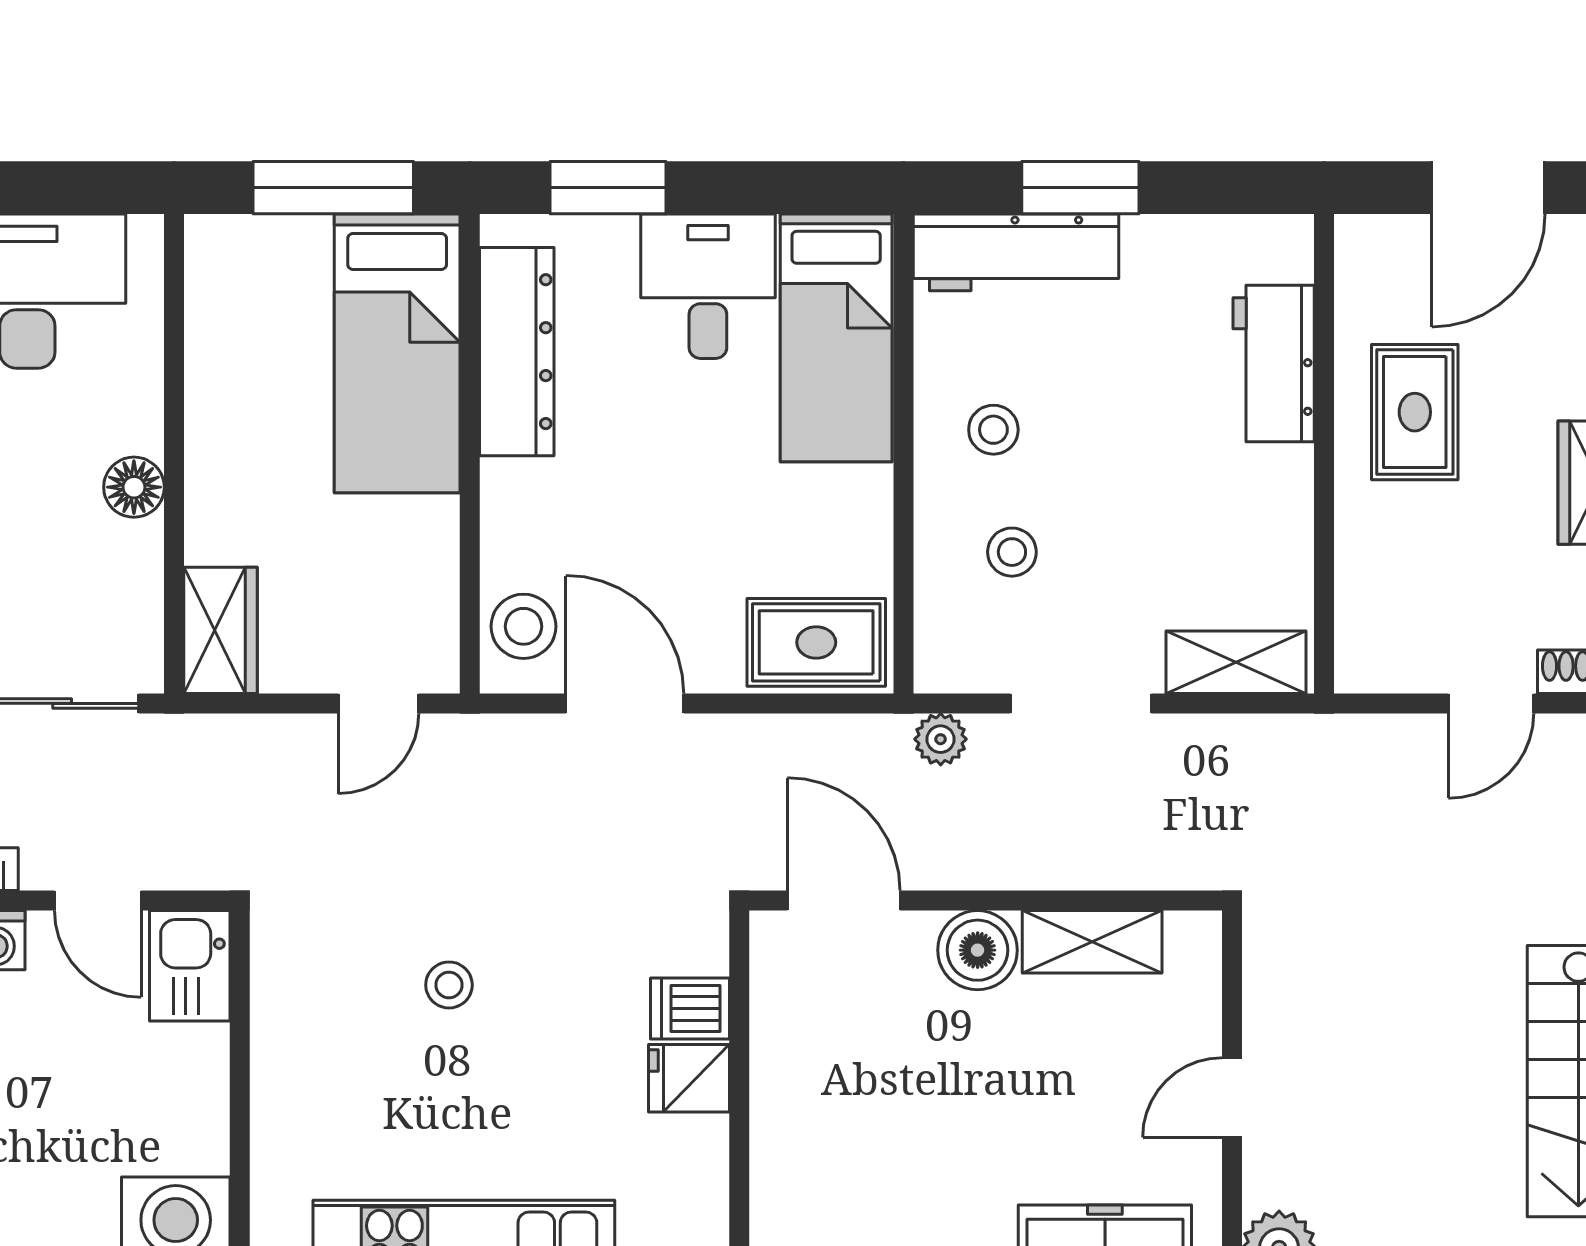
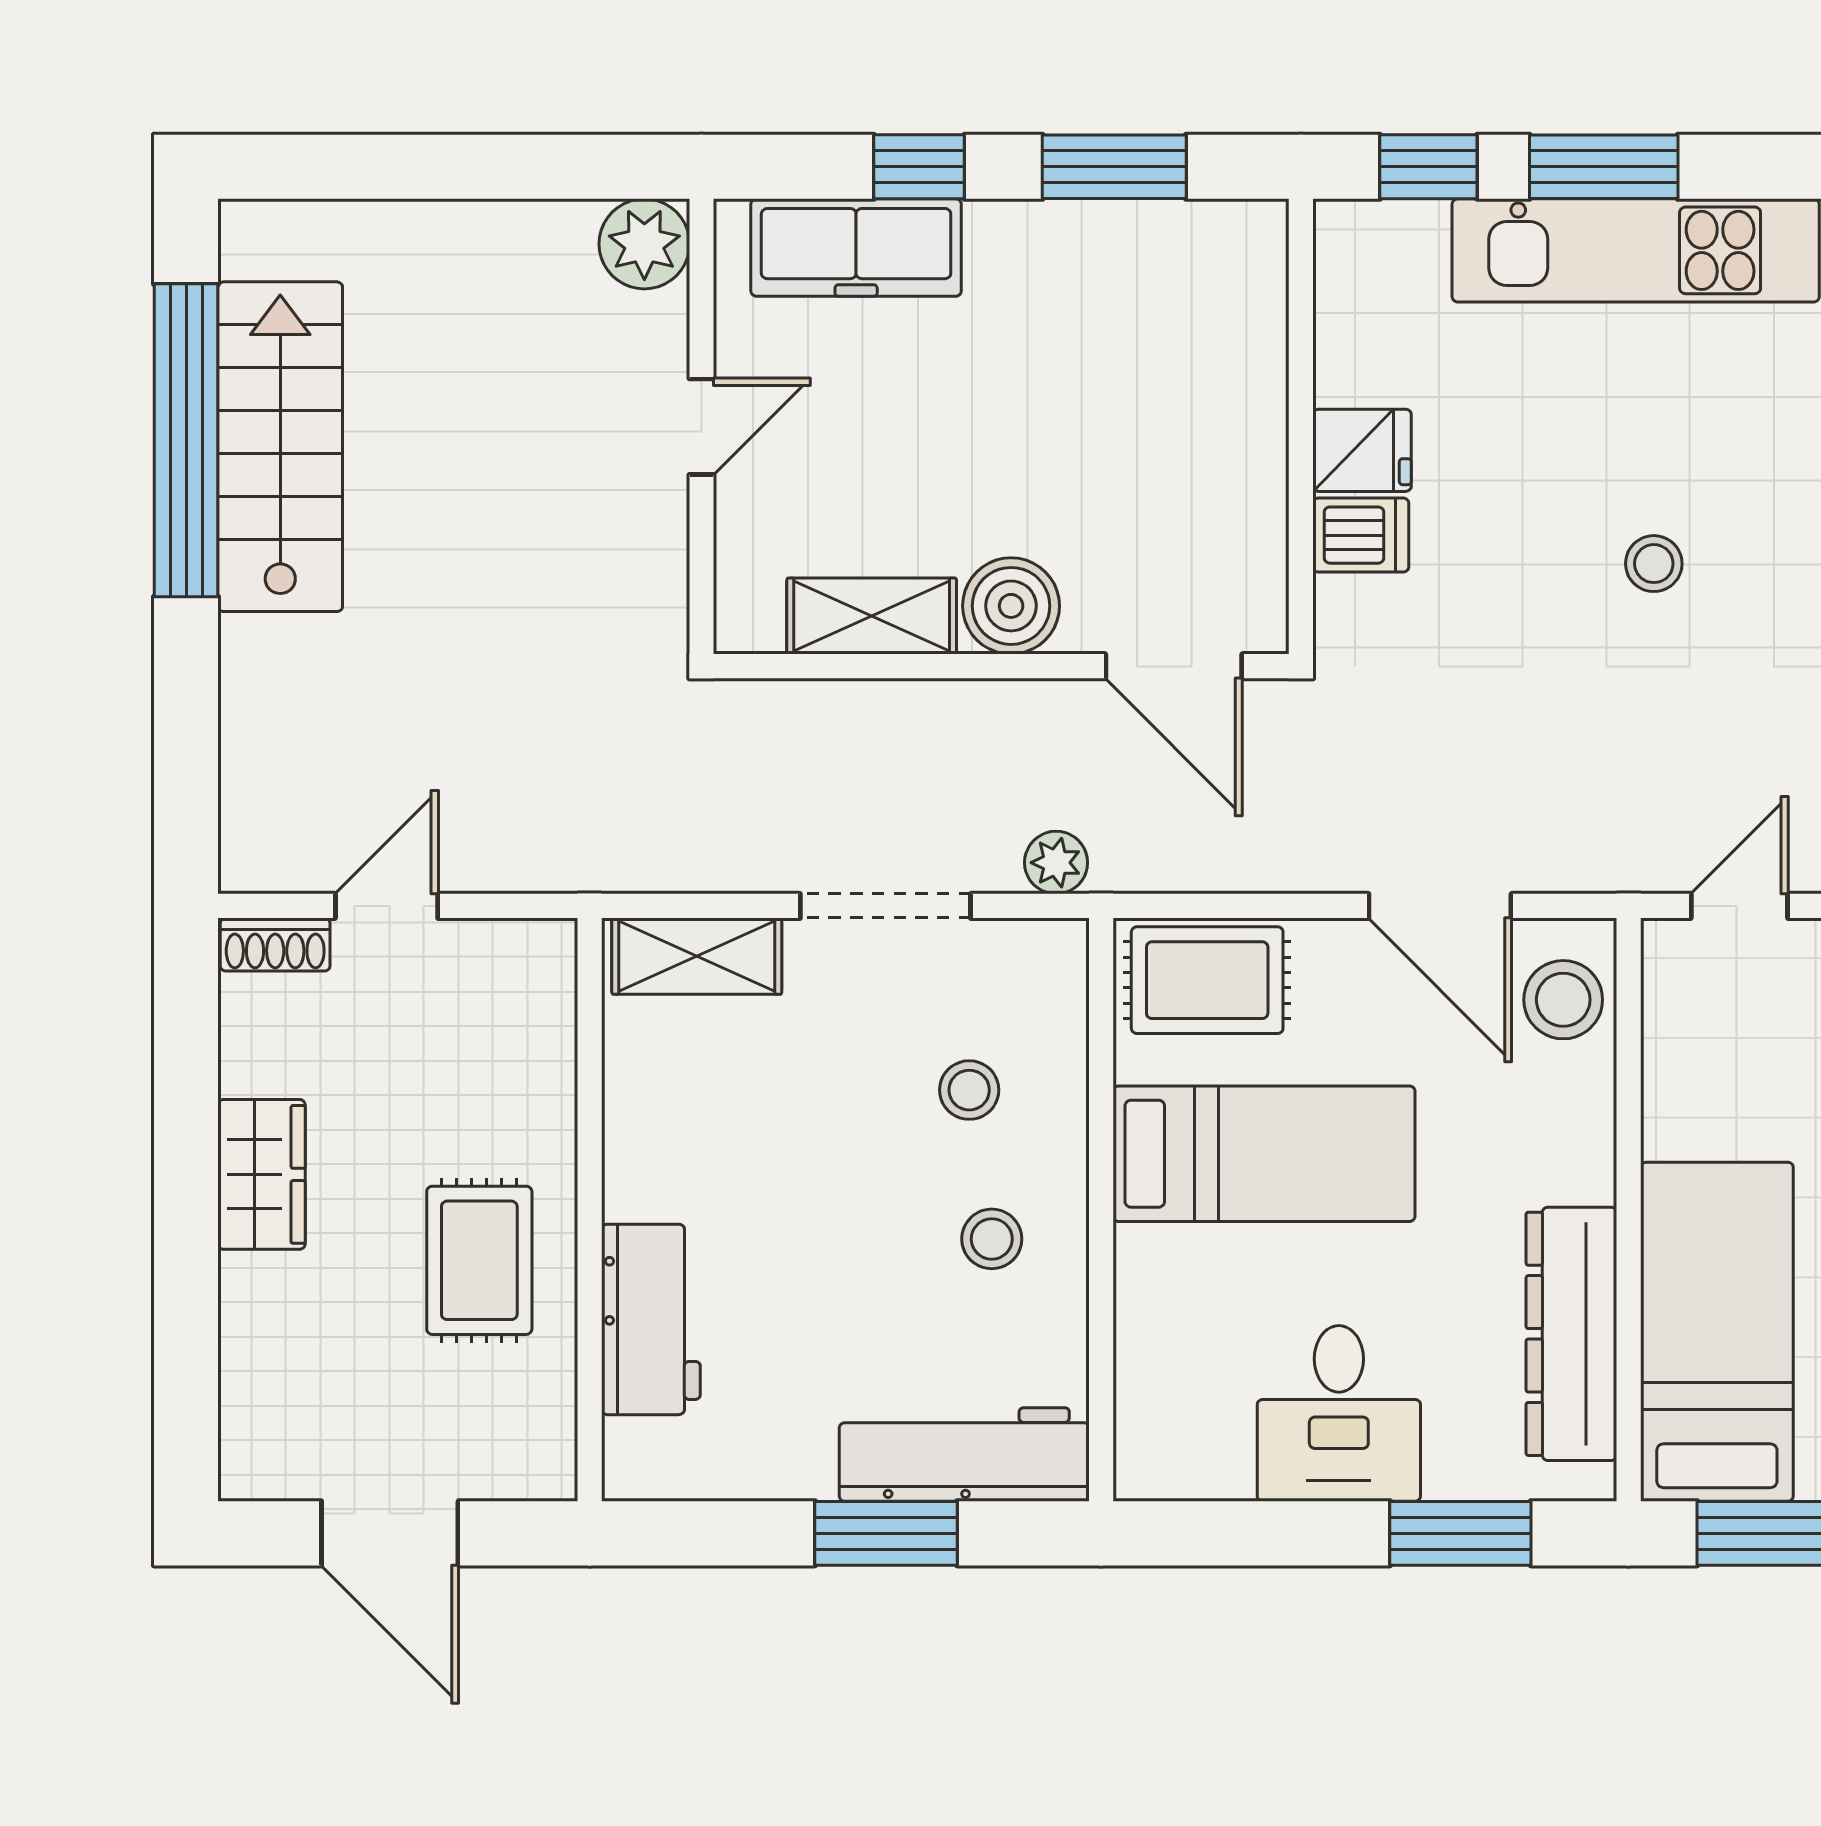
door: (1488, 188) -> (390, 1533), swing flipped
bed: (836, 338) -> (1264, 1154), moved, turned 90

